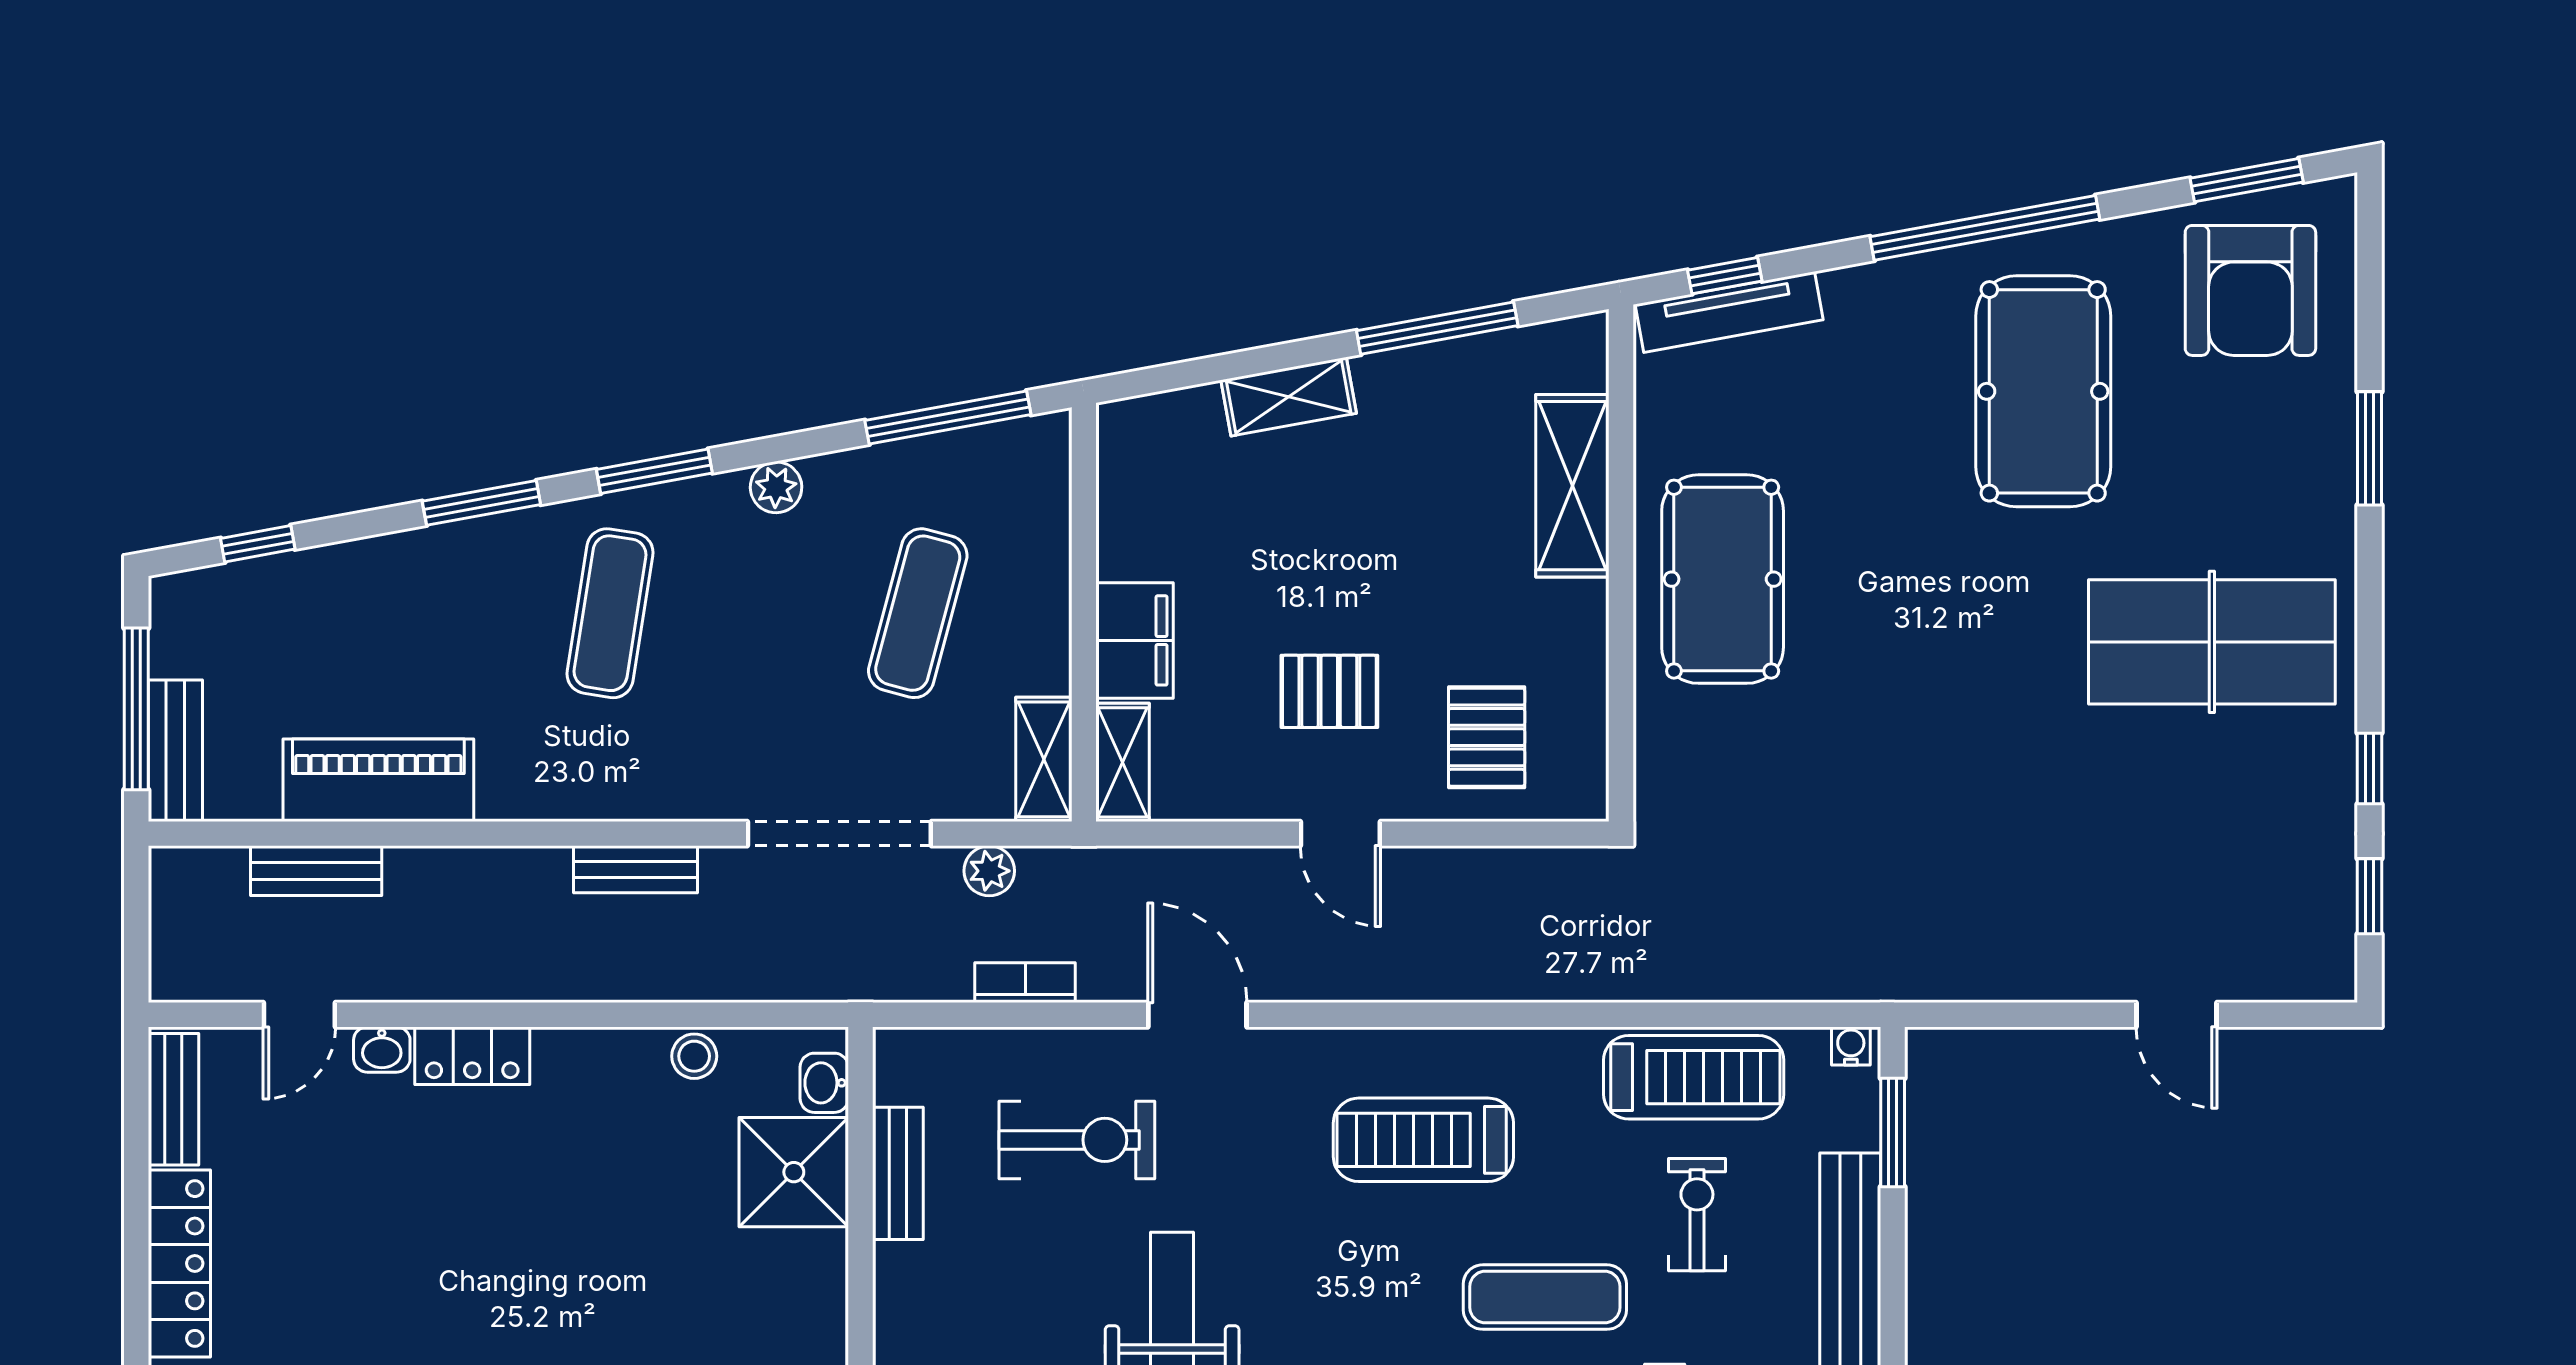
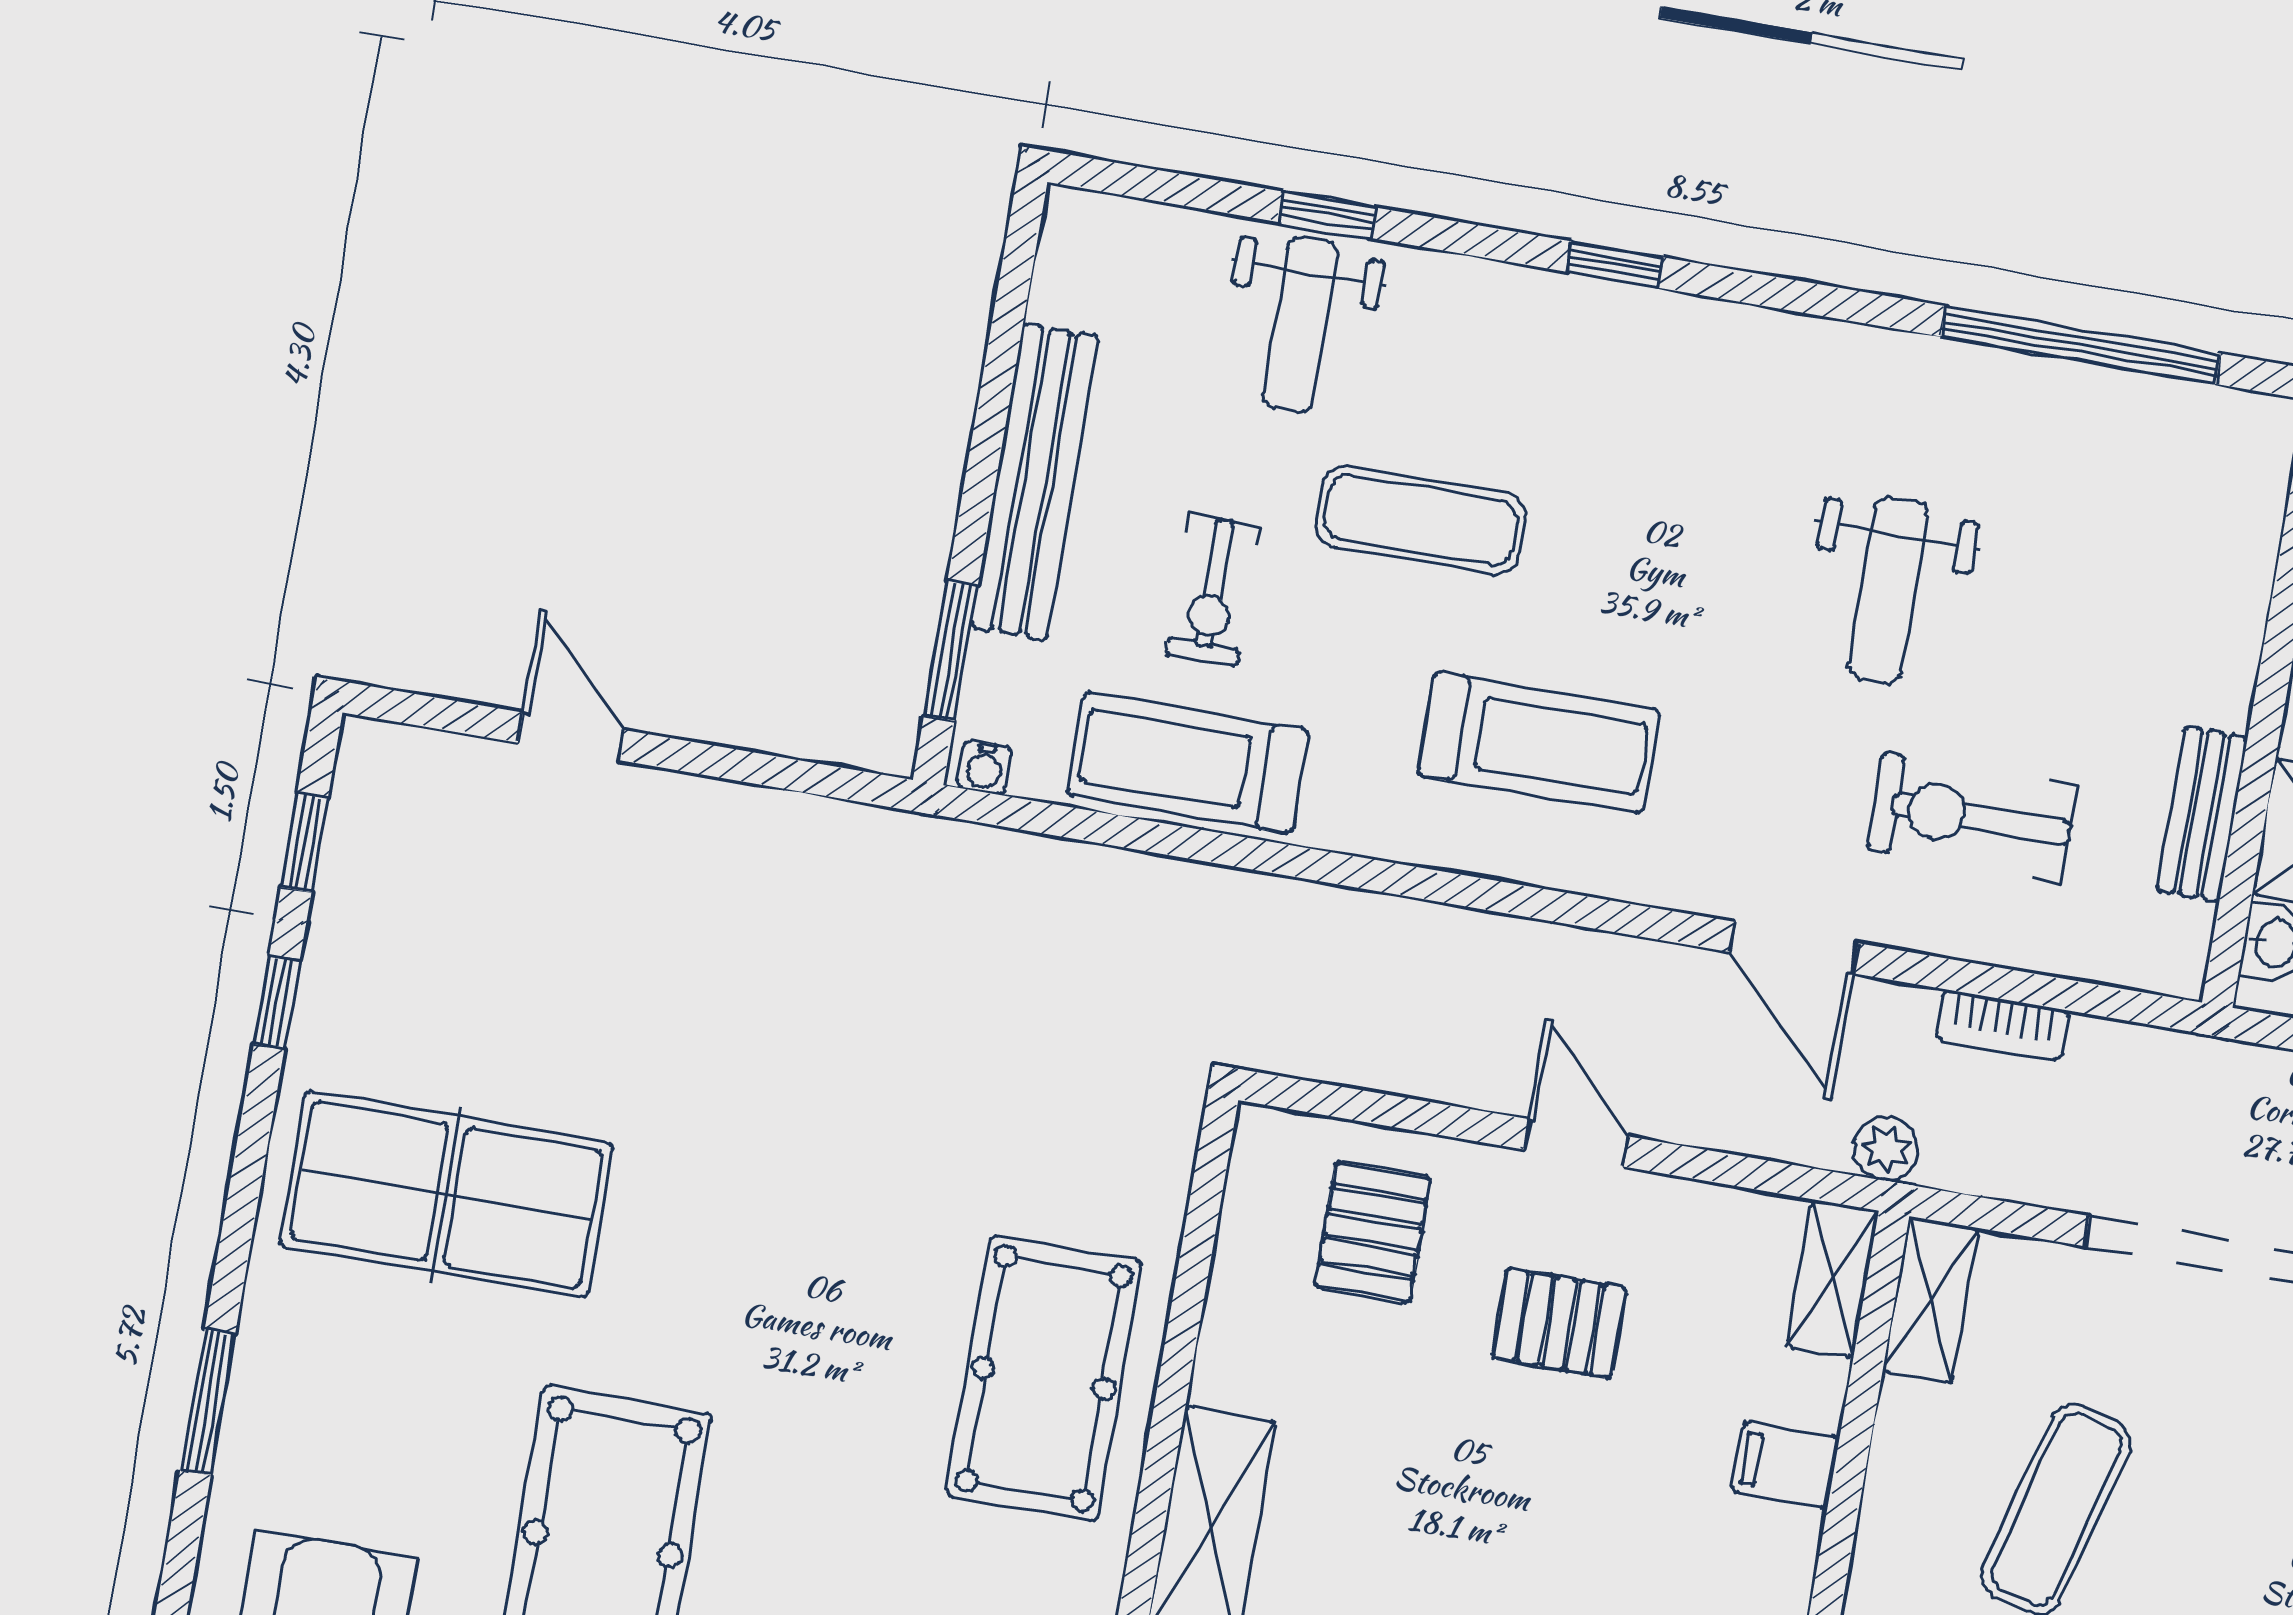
filing cabinet: (1135, 640) -> (1785, 1465), width x0.50
plant: (989, 871) -> (1886, 1149), moved

